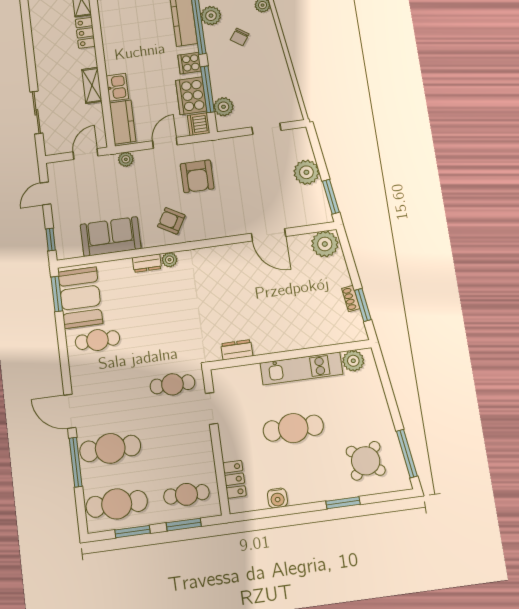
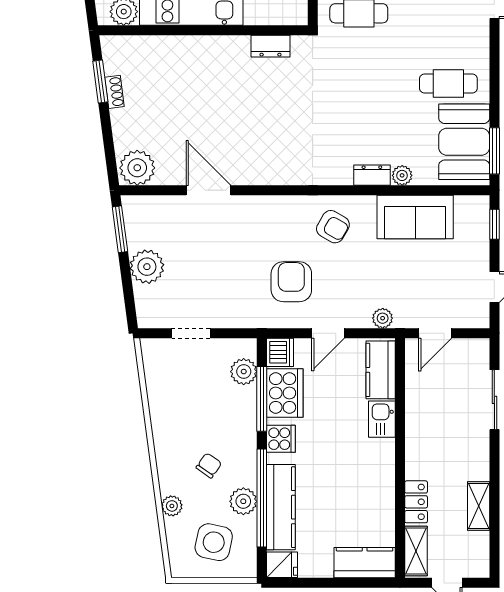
shelving: (92, 85) -> (479, 506), moved
plant: (170, 260) -> (402, 175), moved

